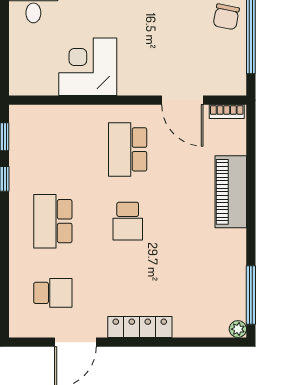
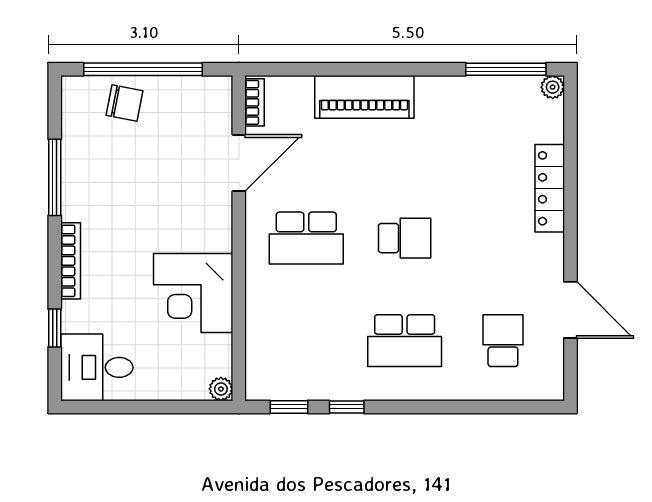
plant: (18, 87) -> (221, 389), added
locker: (140, 327) -> (550, 188), moved

